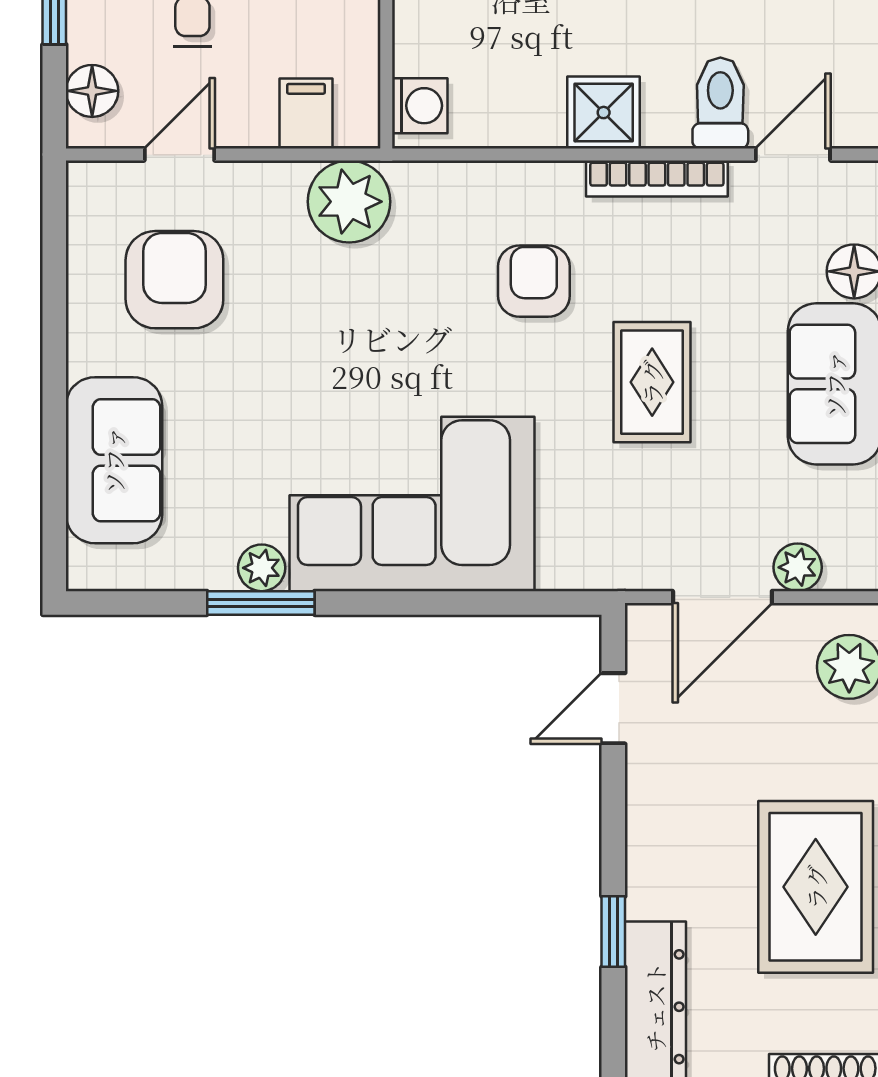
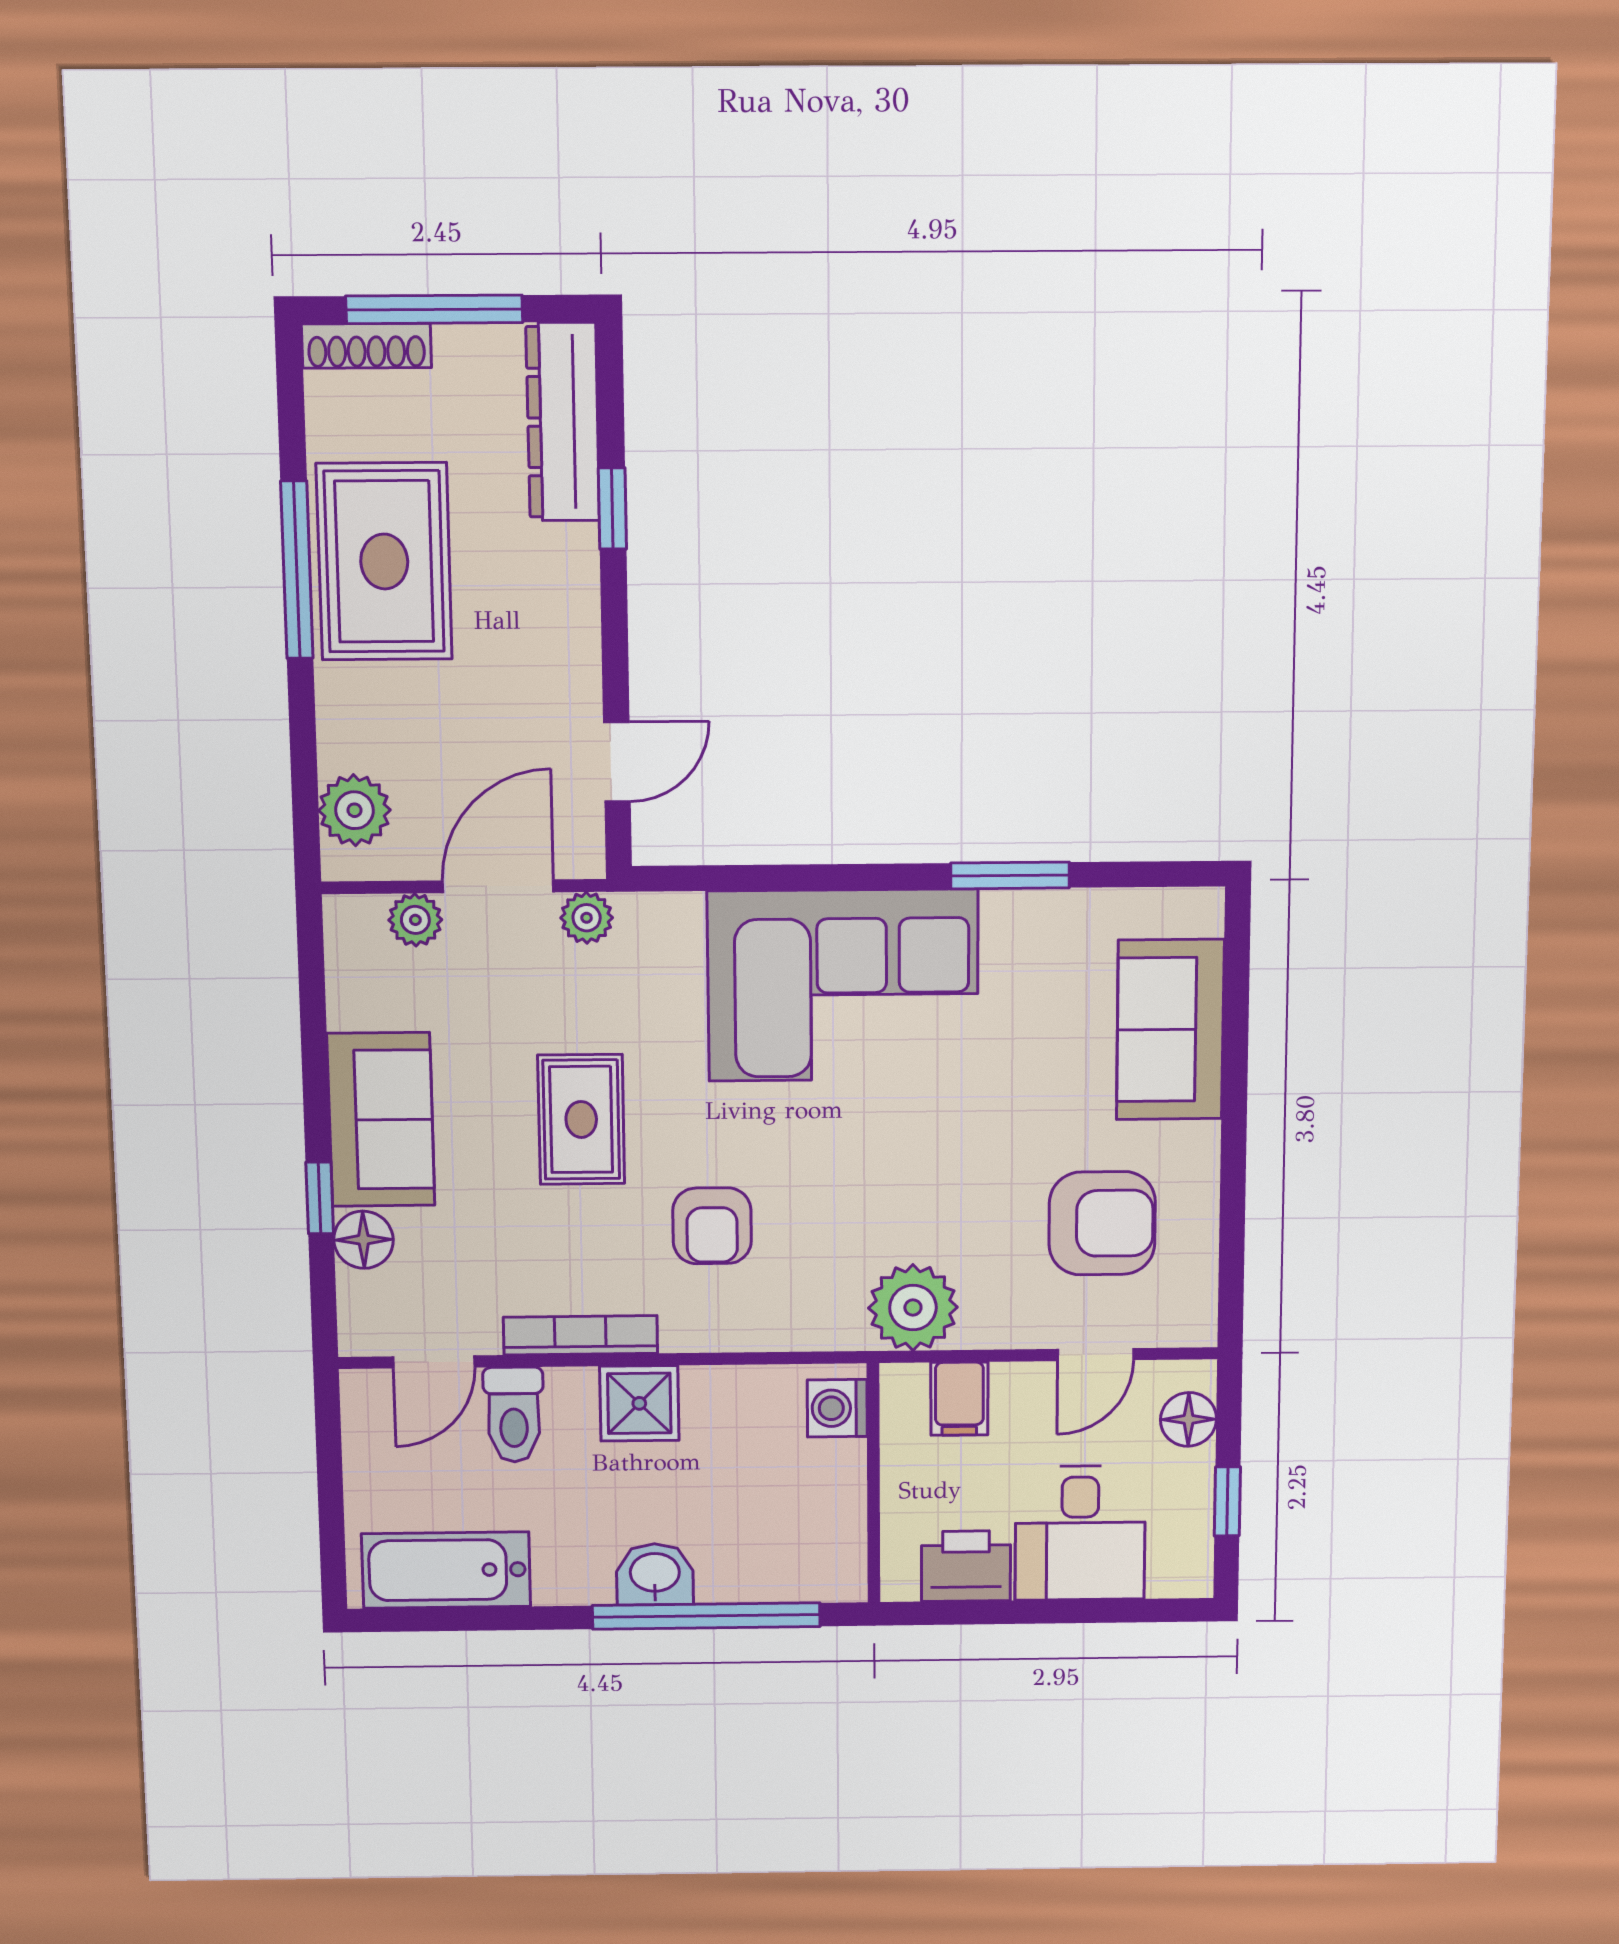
armchair: (174, 280) -> (1102, 1223), turned -90
plant: (262, 568) -> (587, 918), moved

